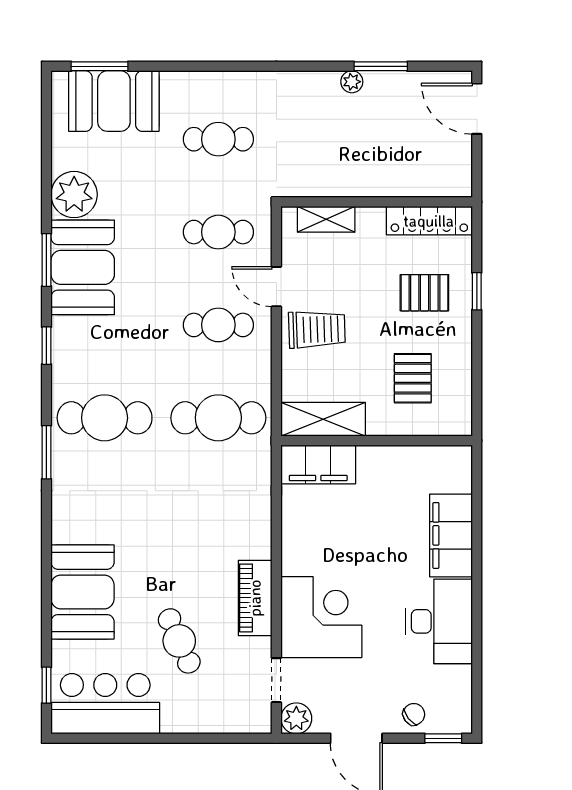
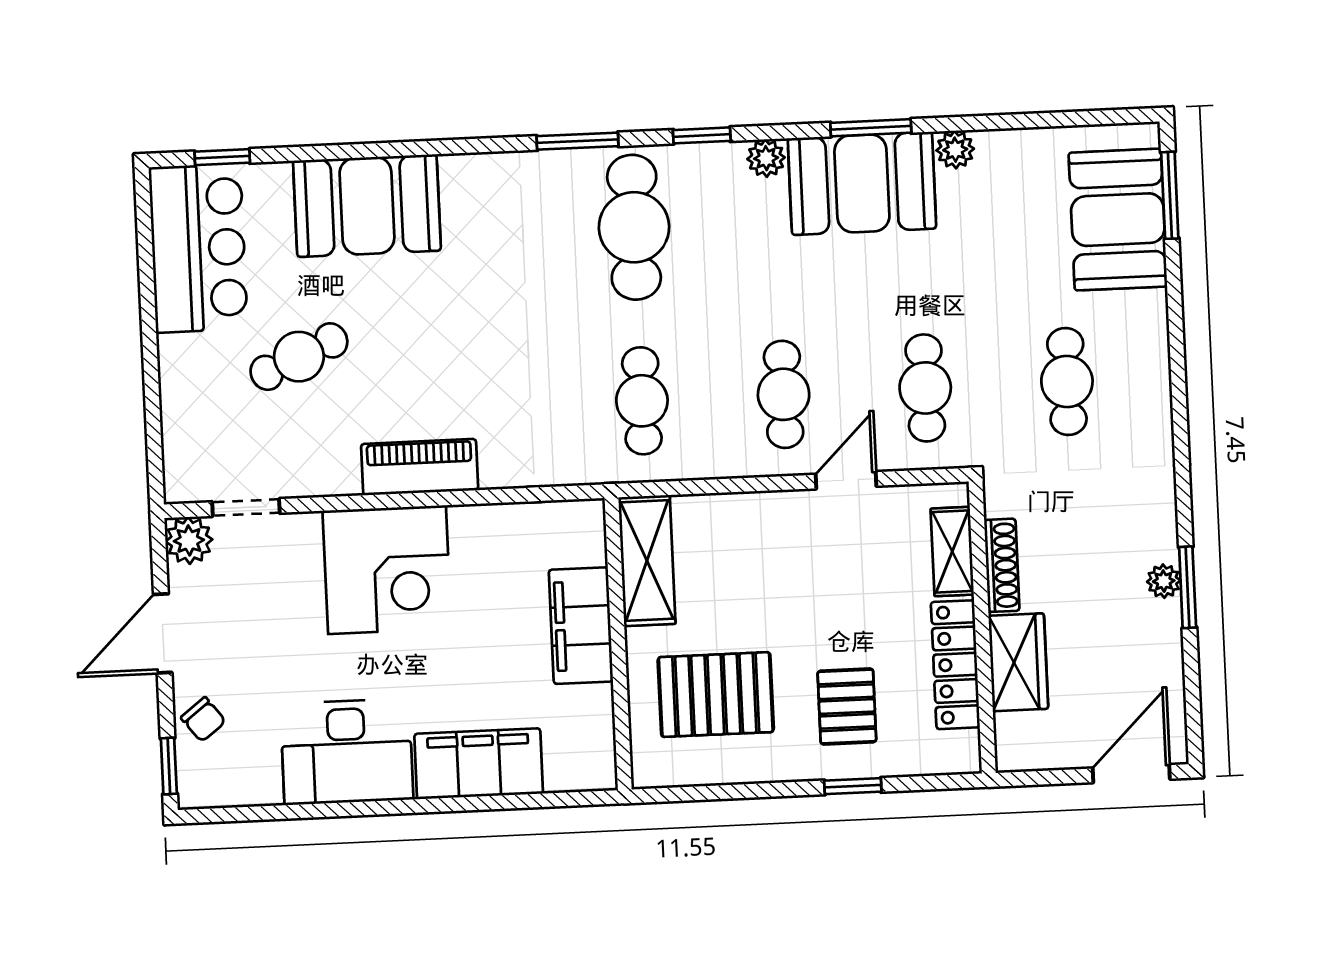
window: (381, 66) -> (1188, 587), moved
wardrobe: (401, 179) -> (1018, 662), added
shoe rack: (337, 187) -> (1002, 565), added
plant: (74, 195) -> (955, 150), width x0.53, depth x0.53
locker: (429, 221) -> (955, 665), moved
plant: (63, 329) -> (766, 158), added
trolley: (317, 329) -> (784, 545), removed
window: (46, 346) -> (702, 135), moved
pallet: (413, 378) -> (716, 695), width x1.50, depth x1.42
cafe table: (218, 418) -> (642, 401), width x0.73, depth x0.74
filing cabinet: (318, 464) -> (581, 626), moved
piano: (255, 598) -> (420, 467), moved
corner desk: (321, 617) -> (387, 570), moved

